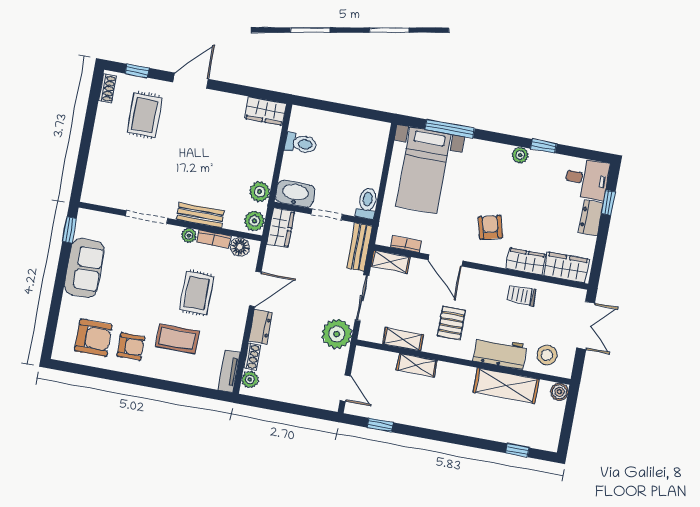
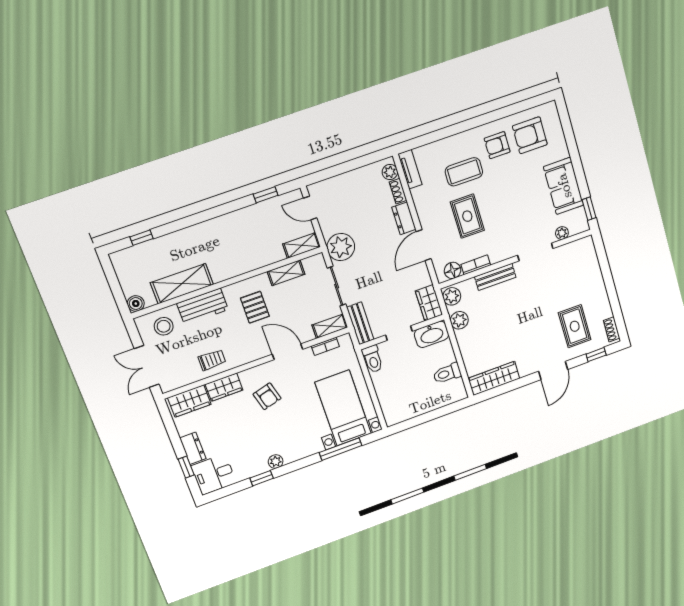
wardrobe: (266, 111) -> (494, 378), width x1.50
plant: (189, 235) -> (562, 233), moved
shelving: (417, 365) -> (302, 245), moved

